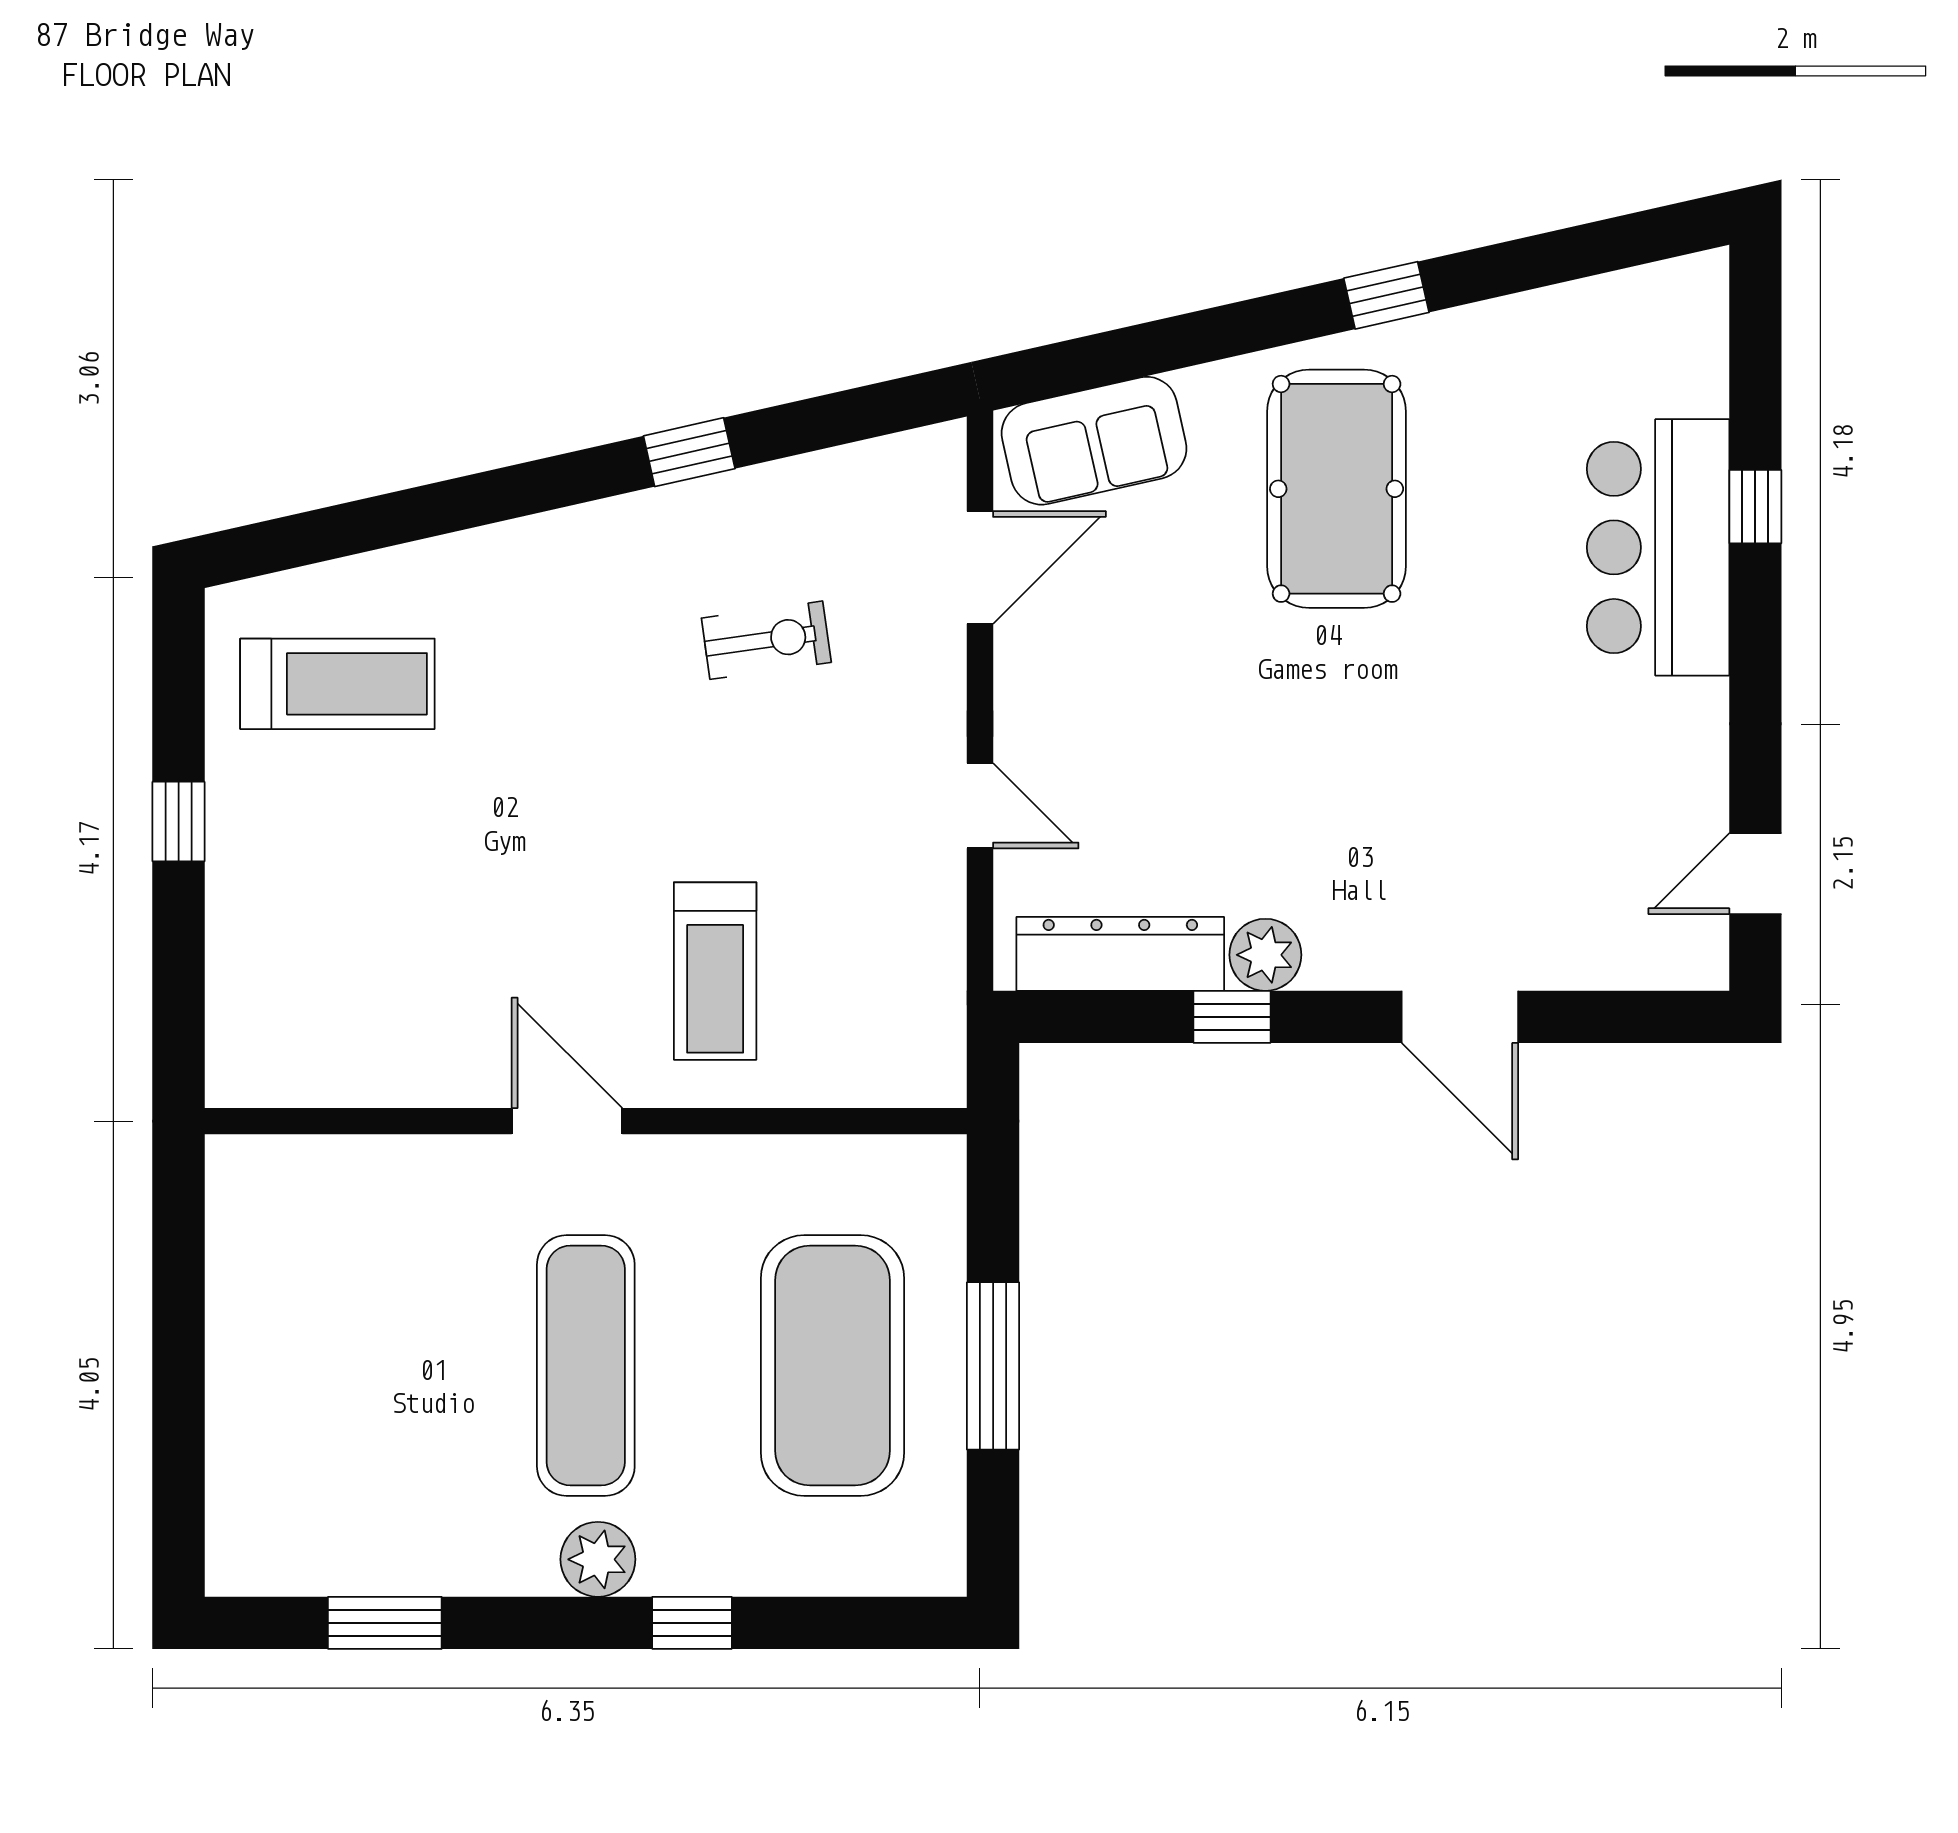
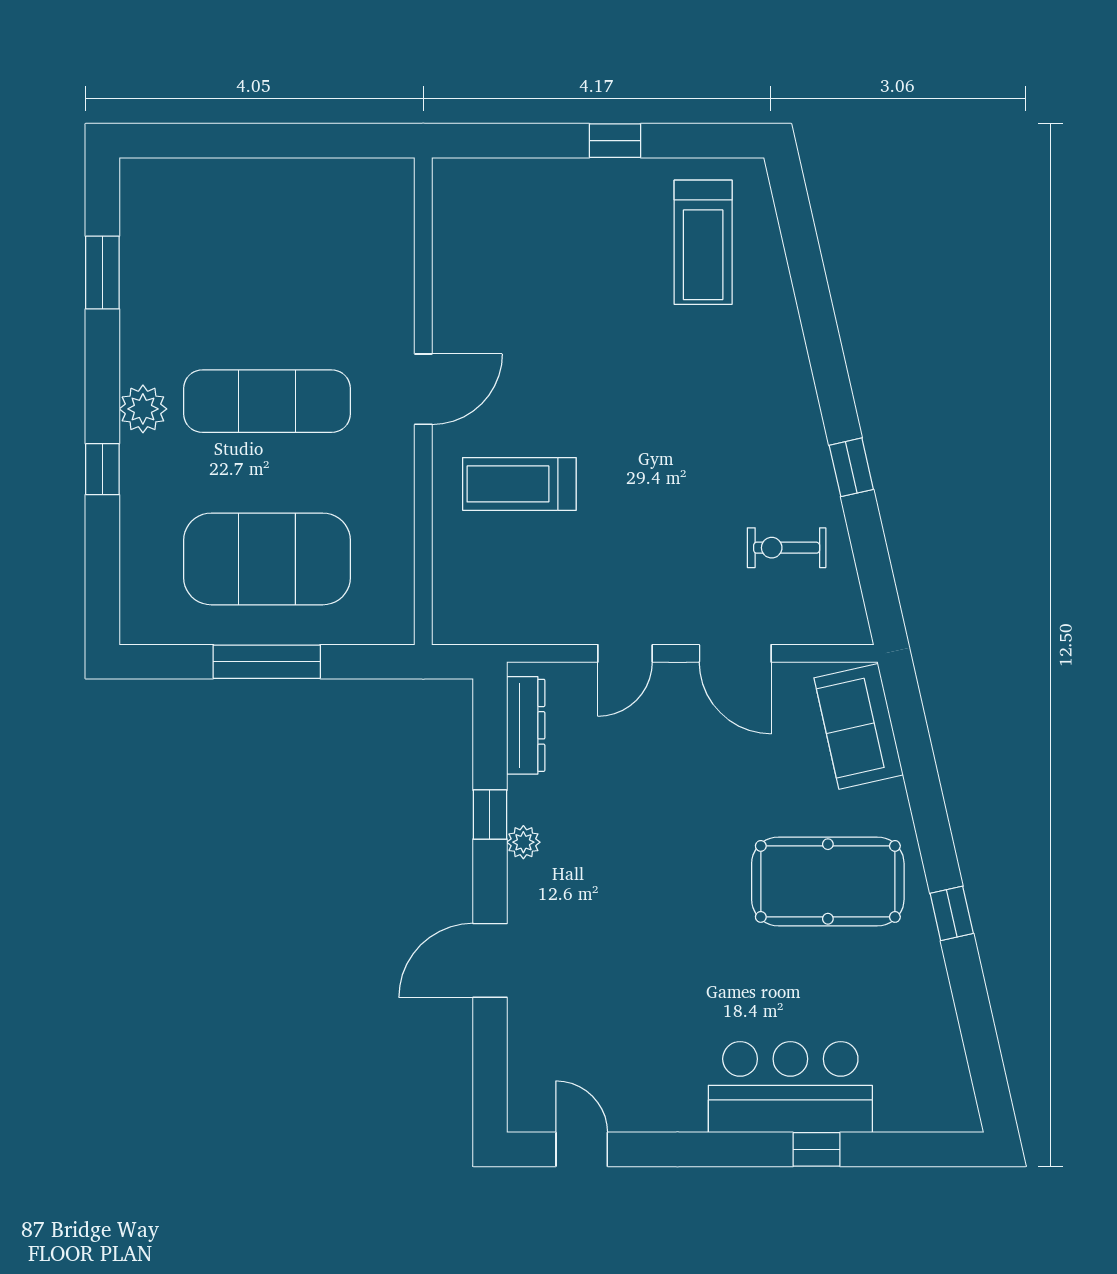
door: (980, 568) -> (735, 653), moved
exercise bike: (766, 640) -> (787, 548), moved, turned 98
dresser: (1120, 954) -> (526, 725), width x0.73, depth x0.80
plant: (1265, 955) -> (523, 842), width x0.73, depth x0.73

